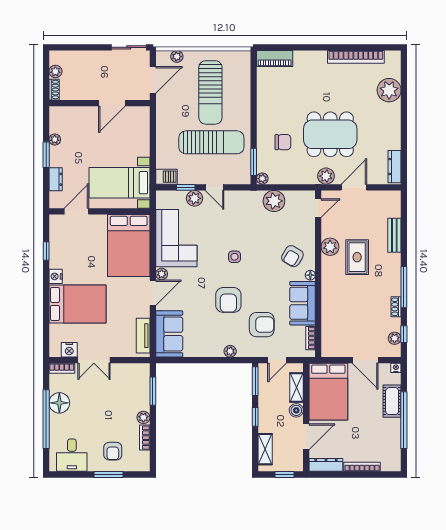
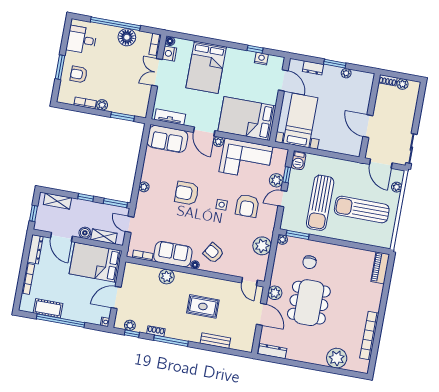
plant: (330, 247) -> (167, 277), moved
nightstand: (56, 276) -> (261, 59), moved
armchair: (262, 325) -> (247, 206), moved
floor lamp: (55, 352) -> (170, 41), added
cot: (392, 401) -> (48, 308), moved

